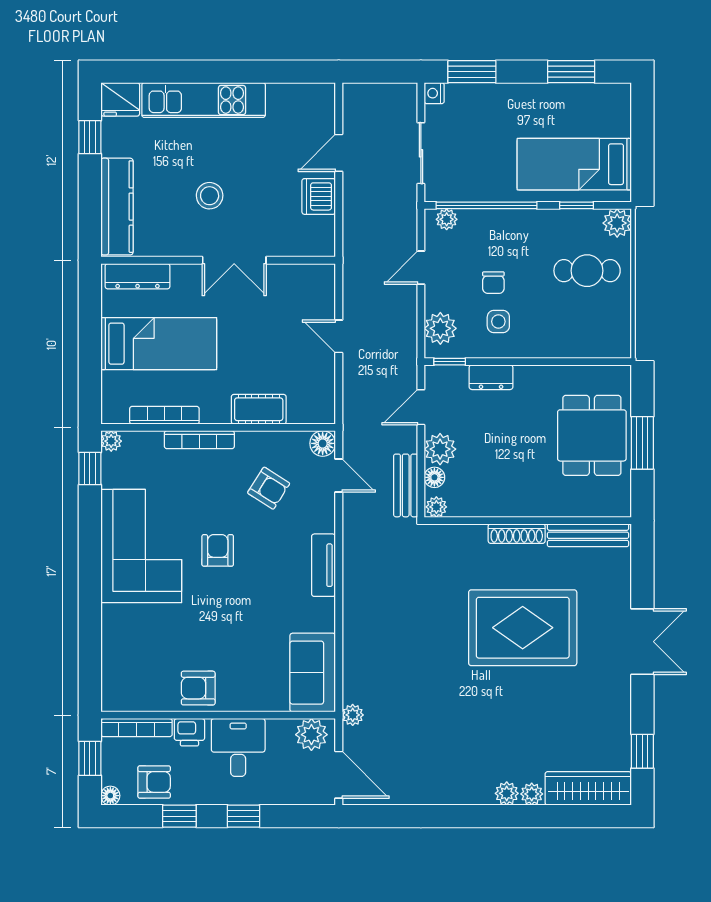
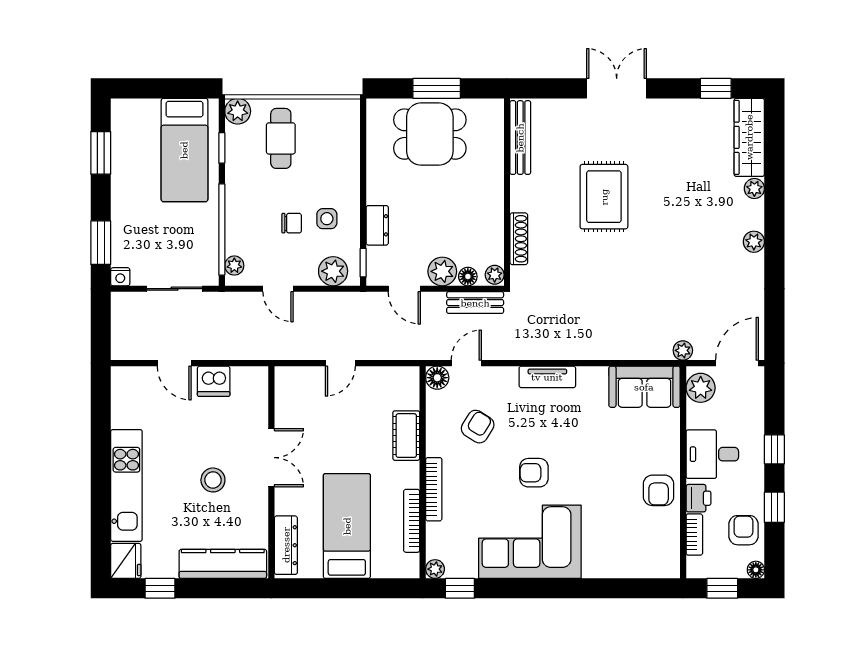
shoe rack: (517, 534) -> (519, 239), moved
rug: (523, 628) -> (604, 197), width x0.73, depth x0.69
bookcase: (136, 728) -> (694, 535), width x0.64
plant: (507, 793) -> (754, 242), moved

